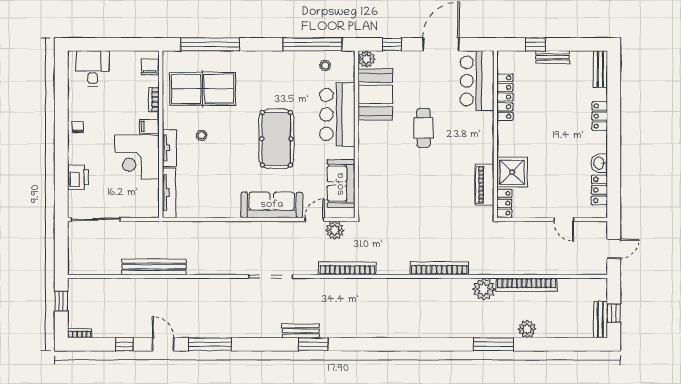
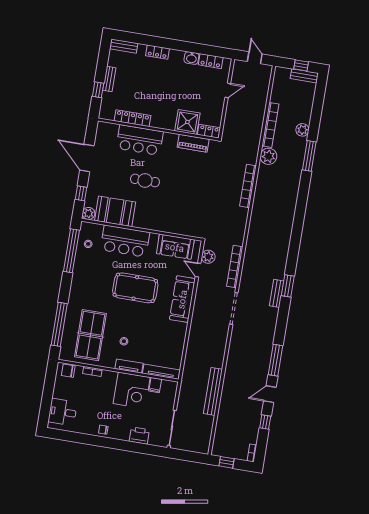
bar counter: (477, 81) -> (140, 140), moved
filing cabinet: (149, 126) -> (155, 385), moved
bookcase: (347, 268) -> (235, 266), moved

